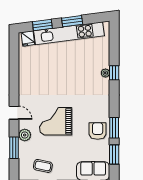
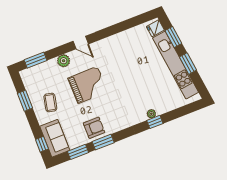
door: (14, 113) -> (81, 43), hinge flipped
grand piano: (56, 121) -> (88, 85), turned 89
window: (14, 148) -> (36, 60), moved
coffee table: (43, 166) -> (50, 102), moved

